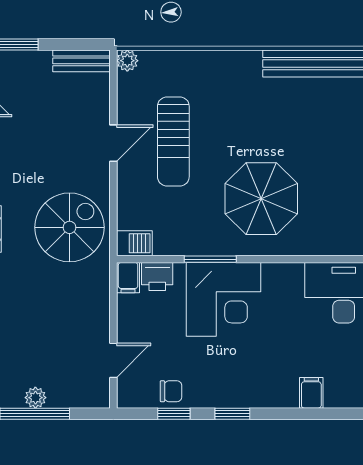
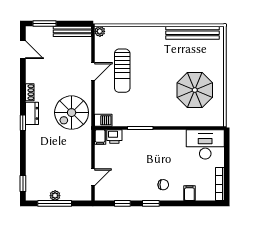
bench: (81, 61) -> (72, 31), width x1.36
parasol: (261, 199) -> (195, 90), moved
spiral stairs: (70, 227) -> (72, 113), turned 180
corner desk: (223, 299) -> (147, 148), removed
chair: (171, 391) -> (163, 185), moved

